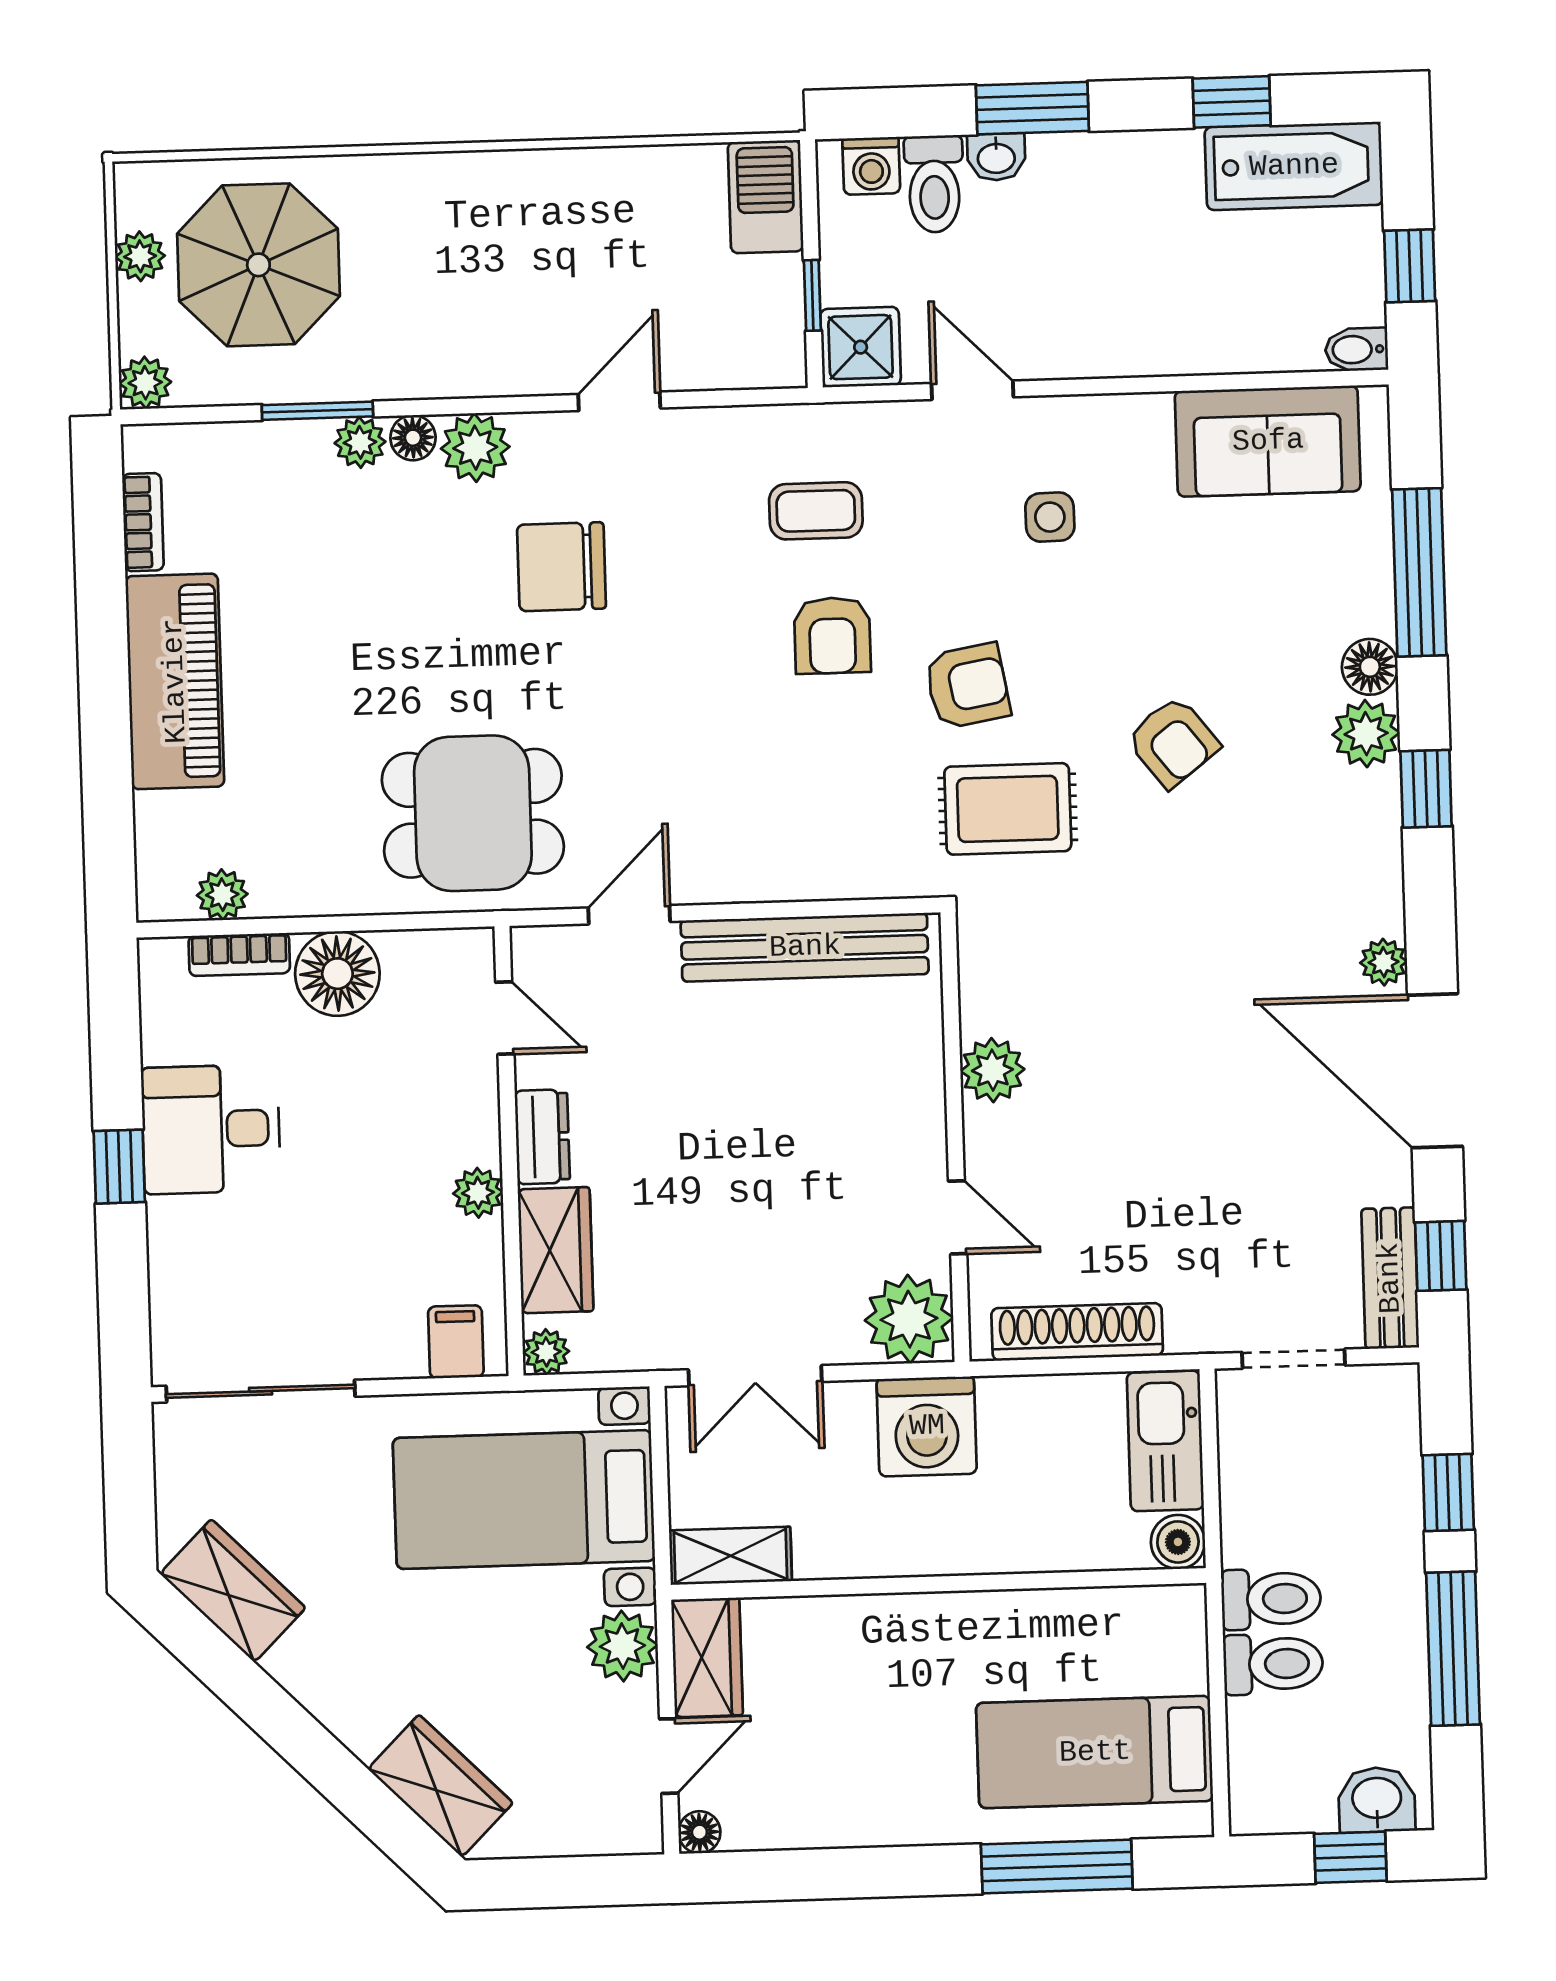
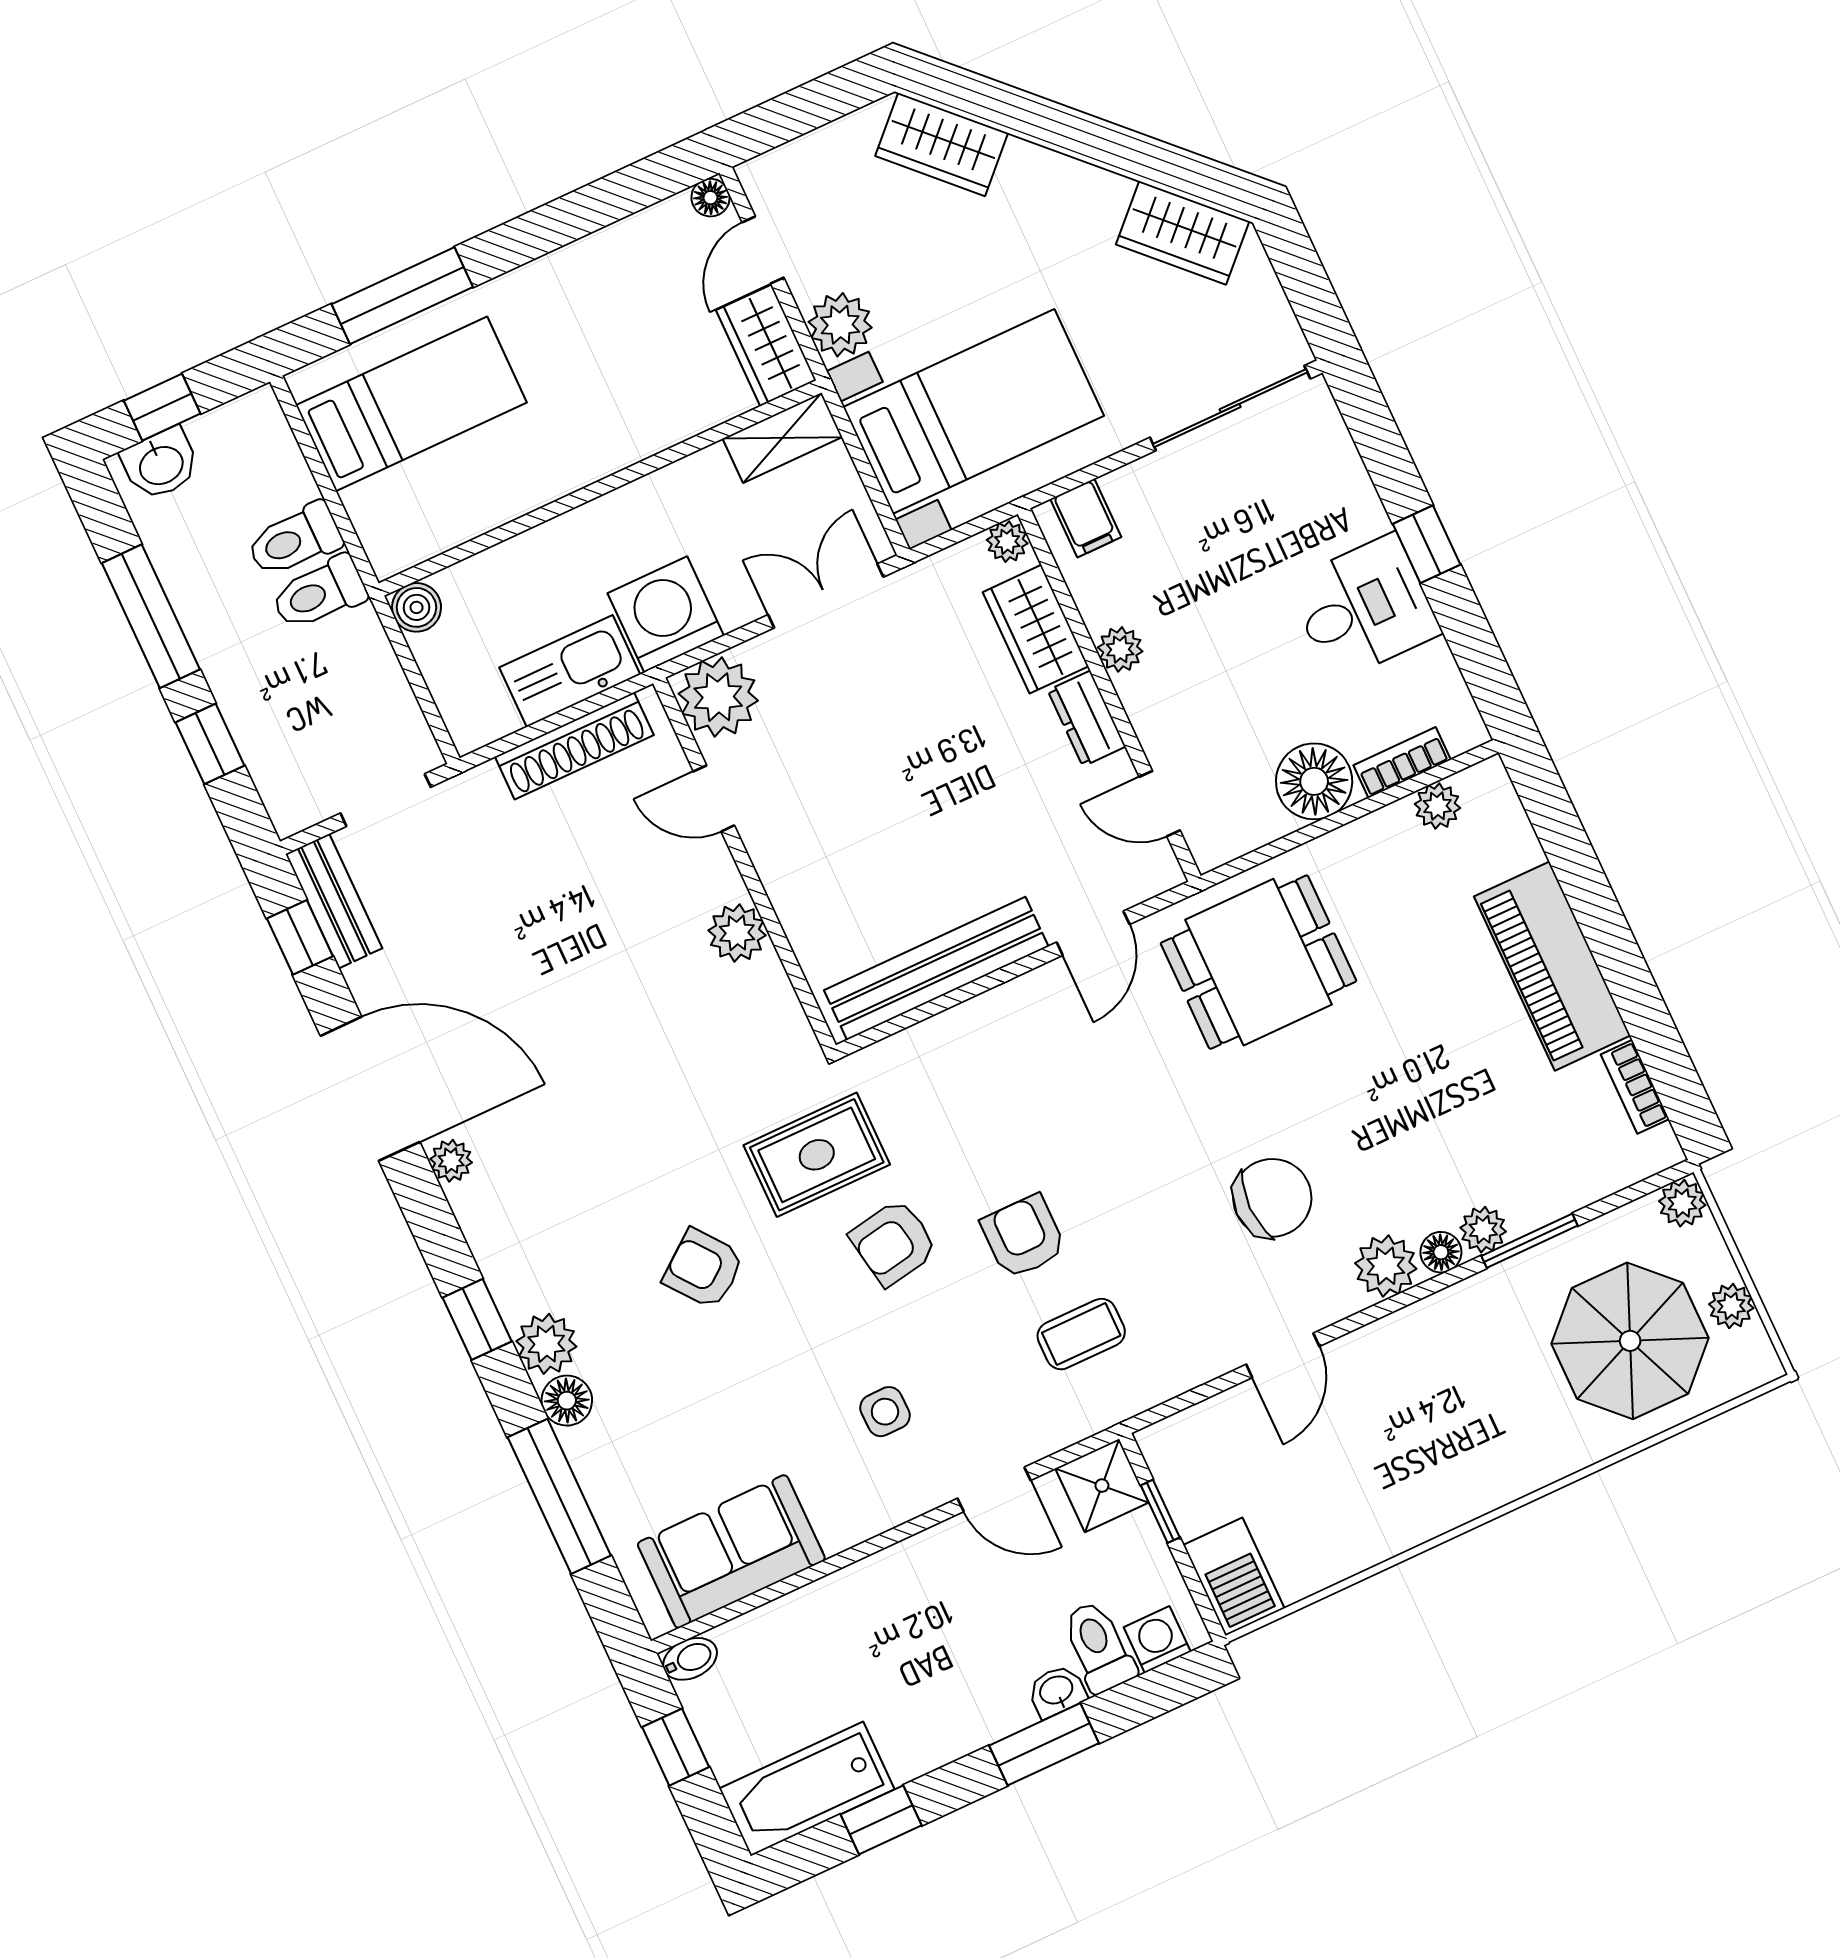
kitchen sink: (1165, 1441) -> (570, 671), moved, turned -90

